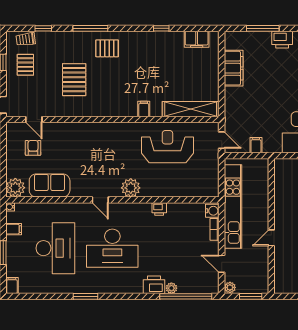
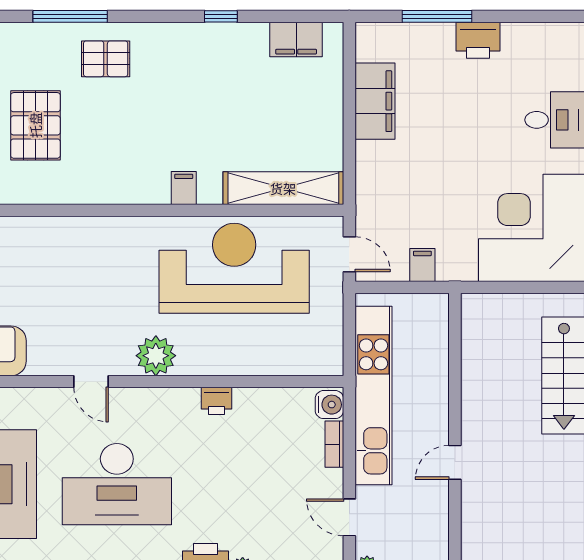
reception desk: (167, 147) -> (234, 268), width x1.36, depth x1.30

